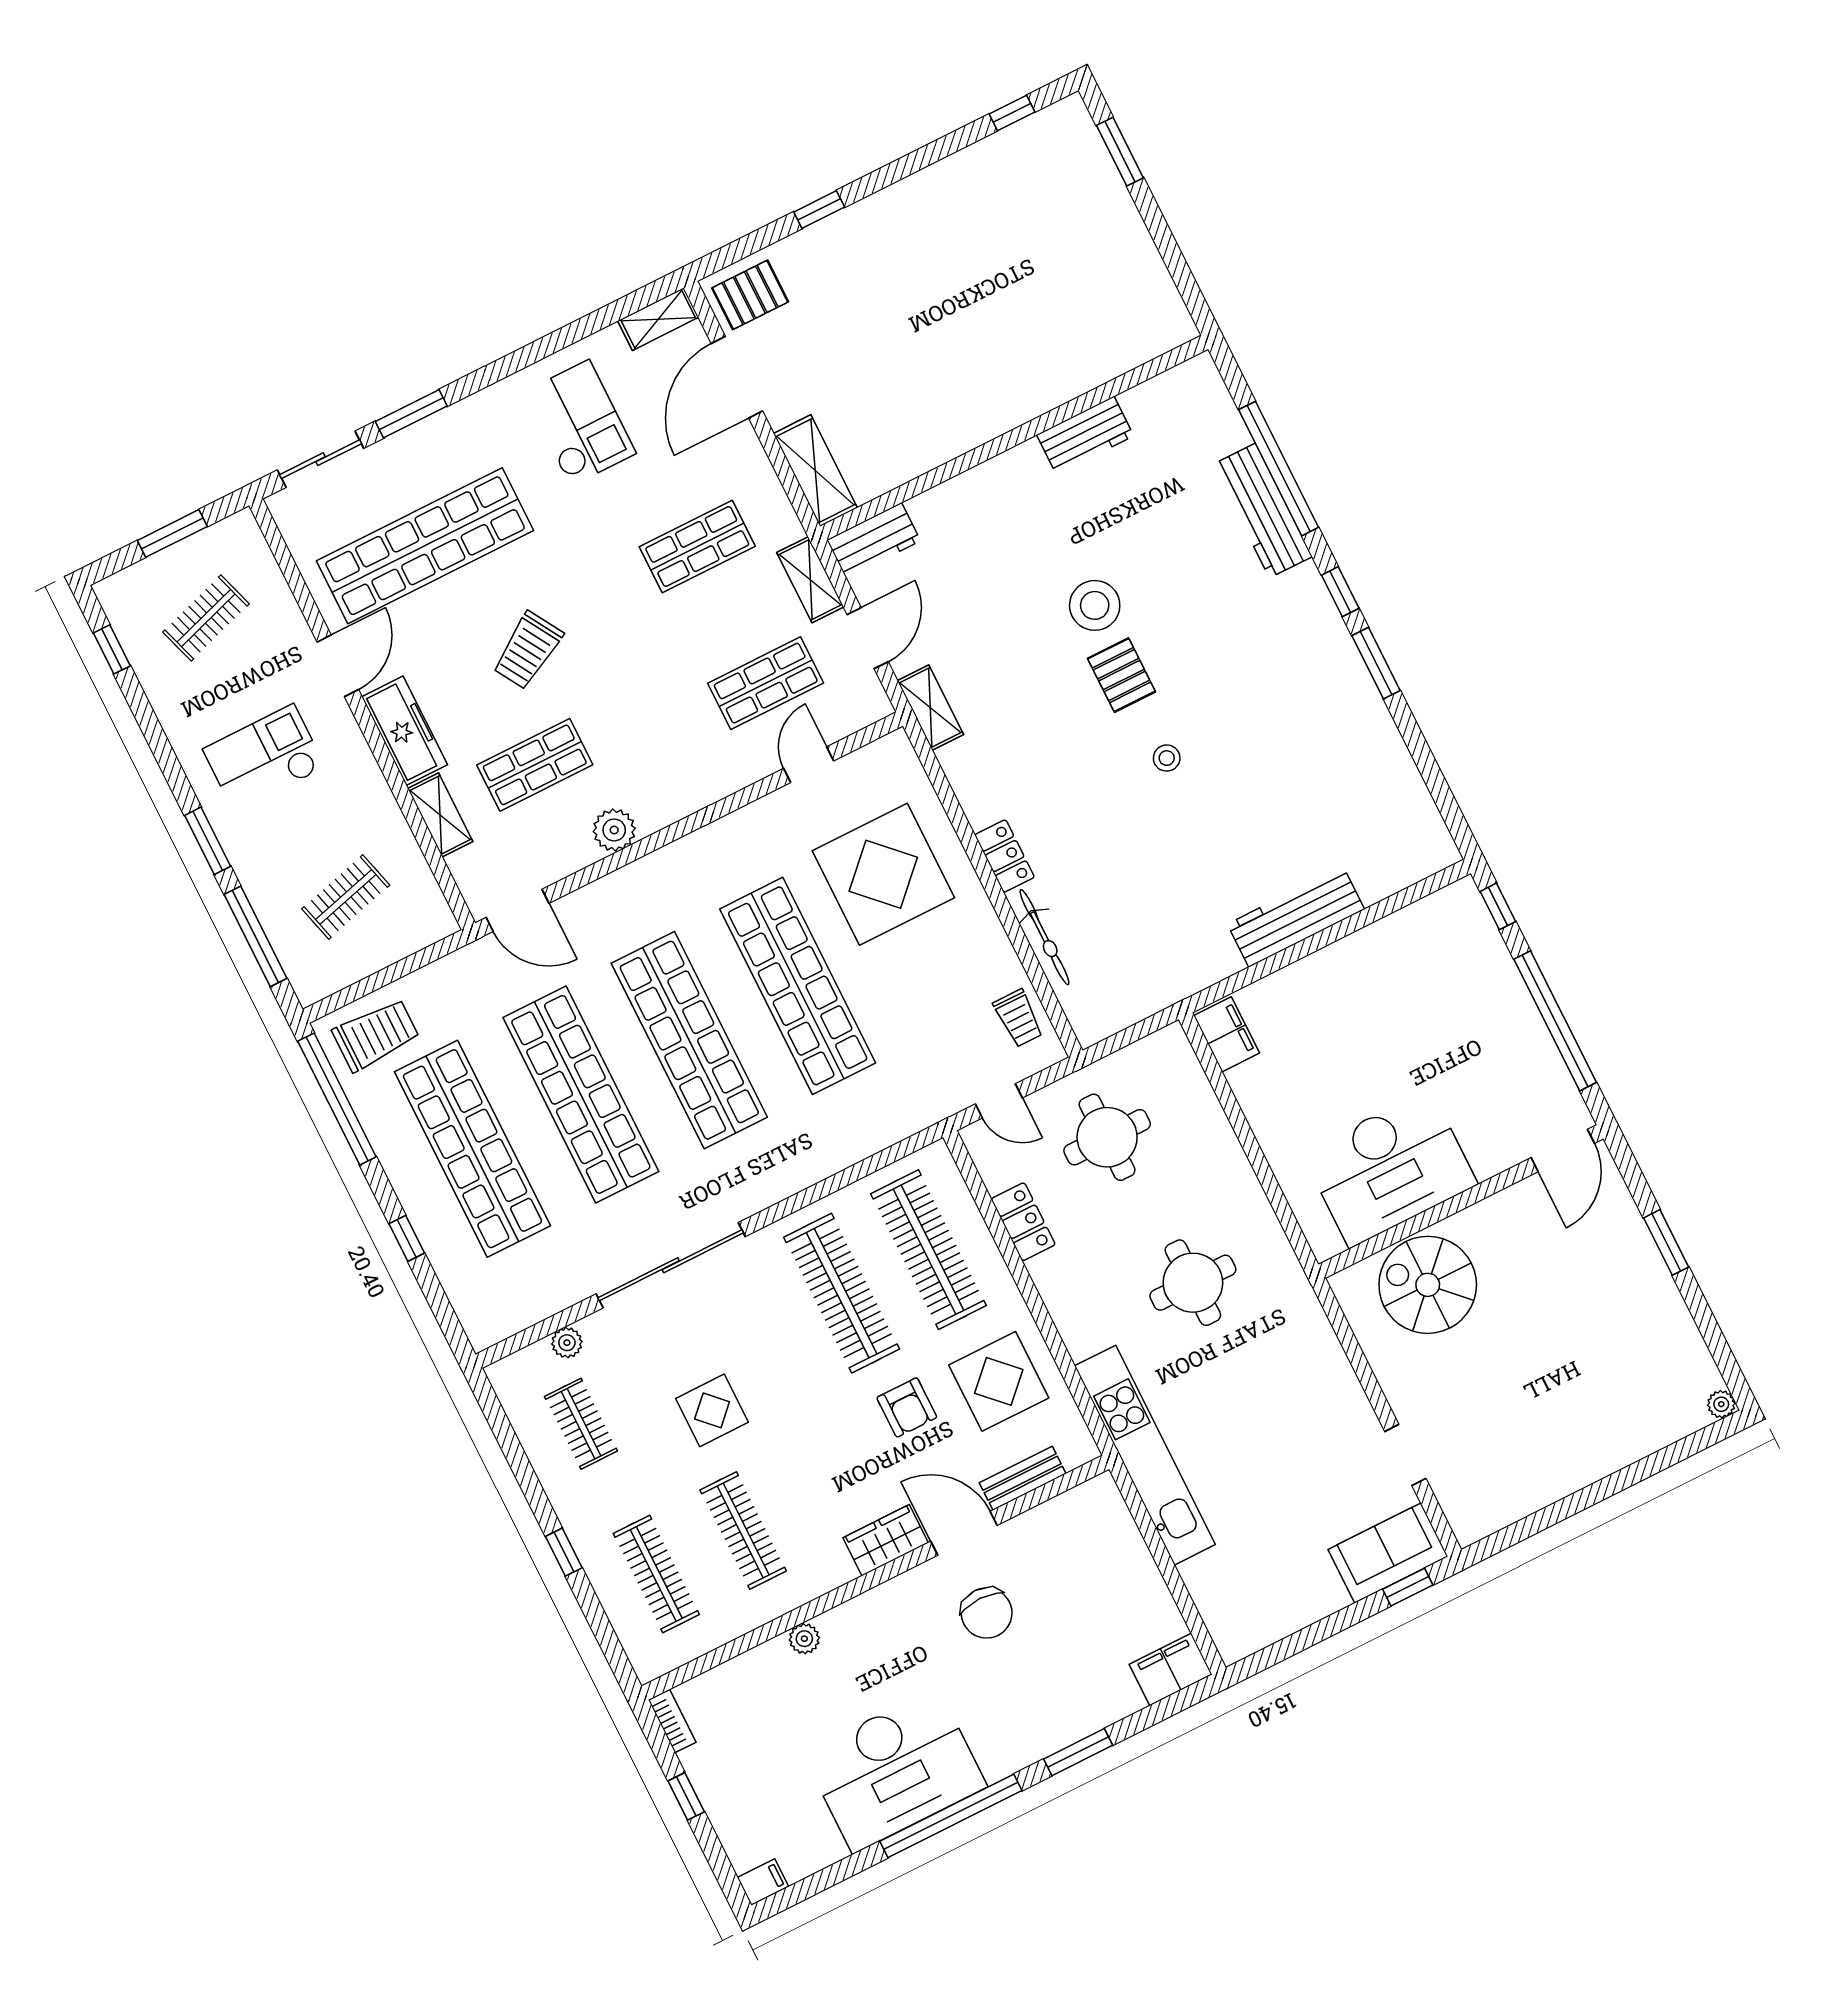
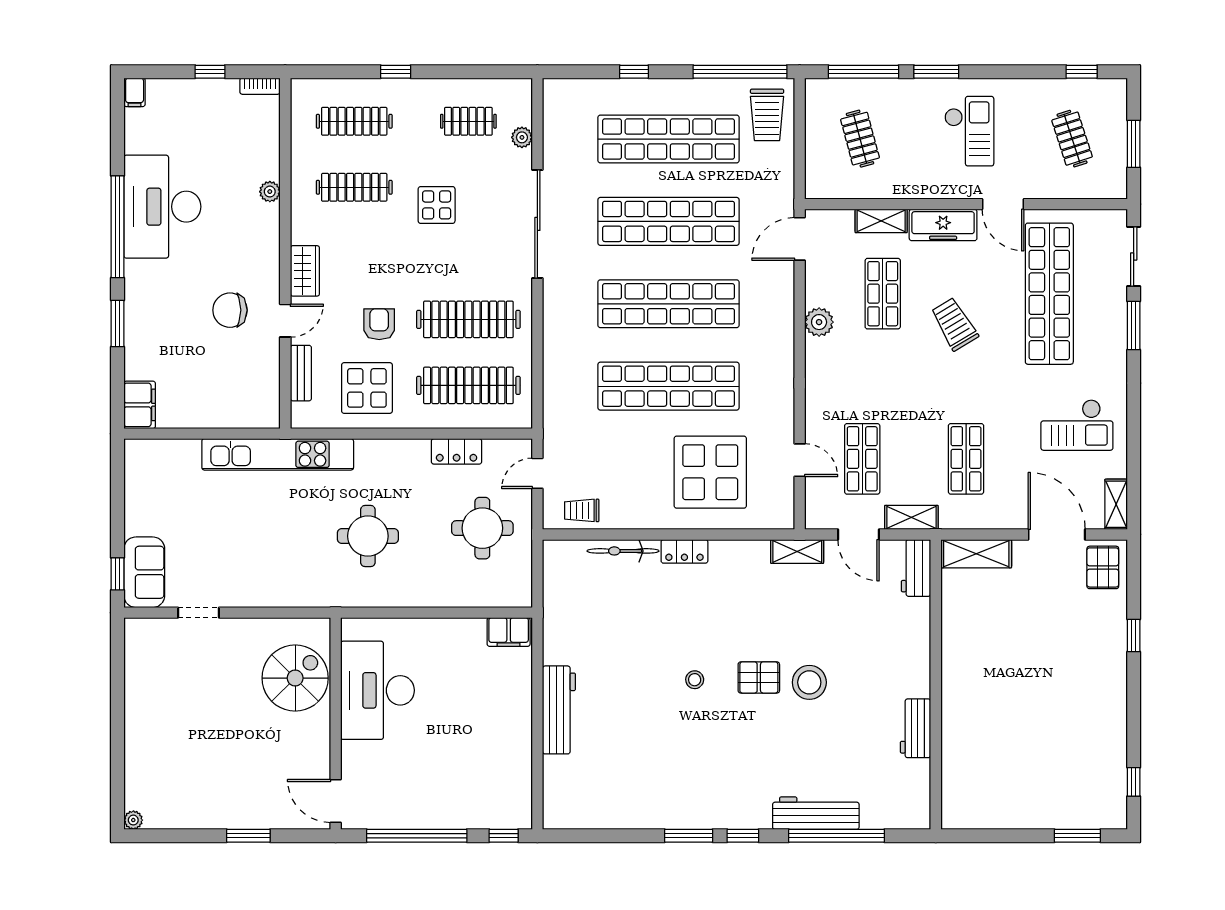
armchair: (907, 1407) -> (379, 324), turned 90
door: (964, 1533) -> (285, 321), width x0.73

